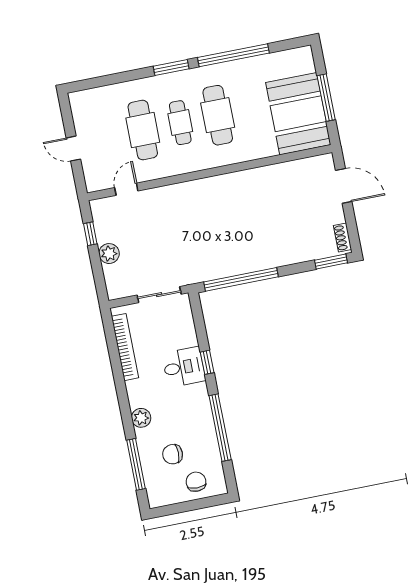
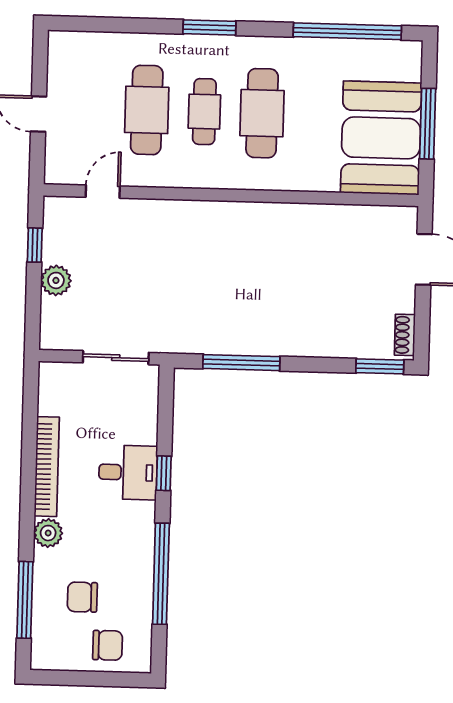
window: (233, 55) -> (347, 31), moved
window: (241, 279) -> (241, 363), width x0.68
bookcase: (125, 347) -> (47, 467), moved
chair: (196, 482) -> (108, 645), turned 90

